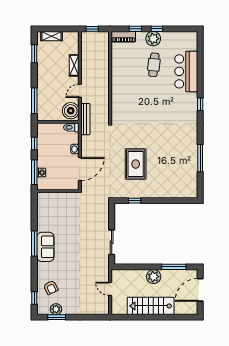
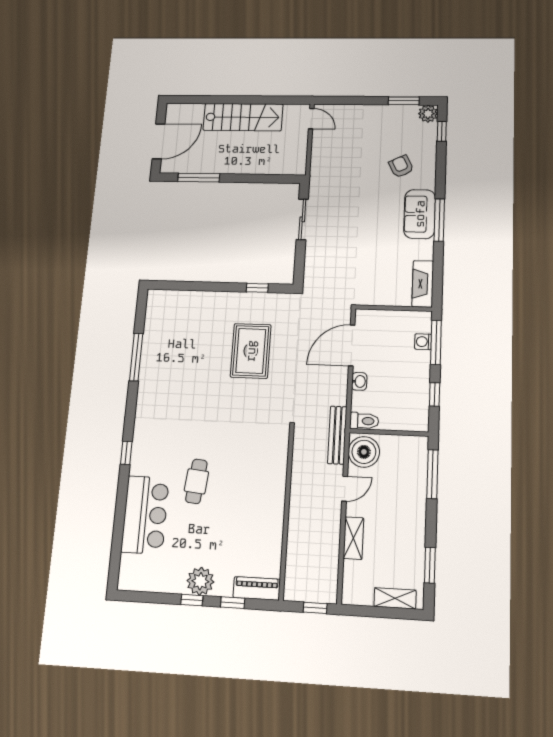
cafe table: (154, 65) -> (196, 481), moved
fireplace: (42, 206) -> (423, 284), added
plant: (154, 277) -> (234, 163), removed
armchair: (51, 287) -> (401, 166), moved
door: (110, 289) -> (311, 119), moved
plant: (56, 309) -> (428, 114), moved

